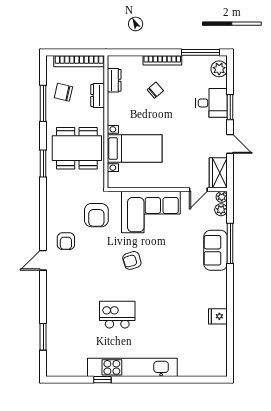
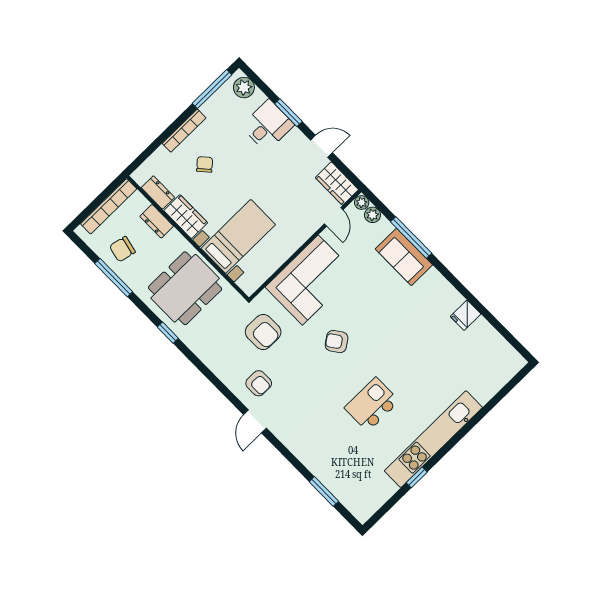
wardrobe: (116, 109) -> (186, 217), added
window: (43, 163) -> (168, 333), width x0.67
armchair: (132, 260) -> (337, 342), turned 72

